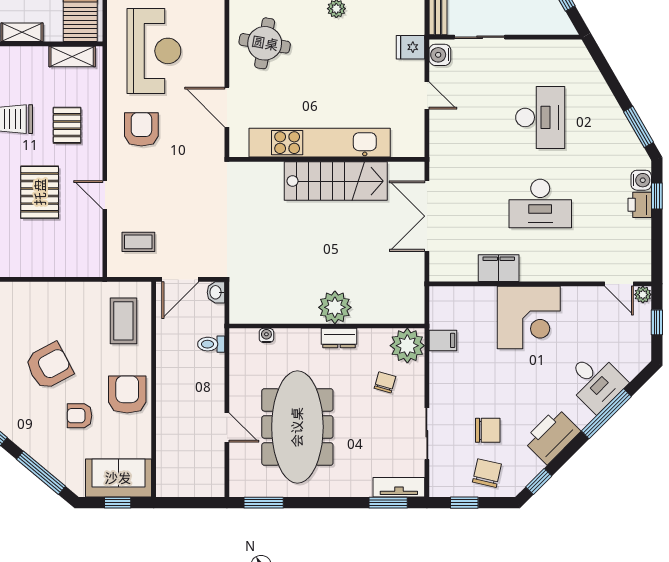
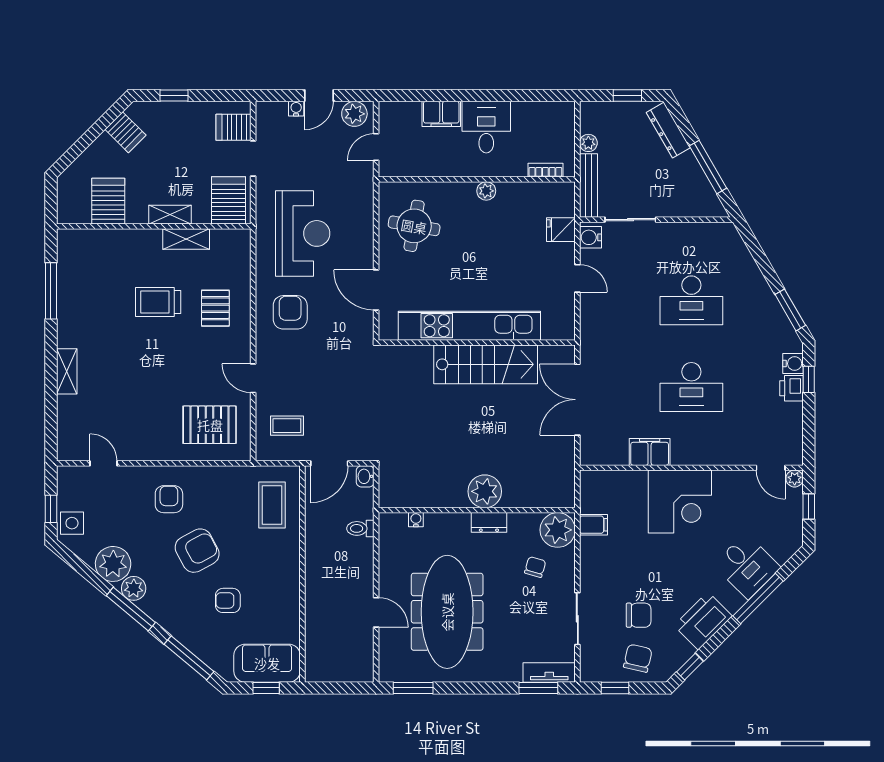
shelving: (72, 56) -> (186, 239), moved
desk: (540, 117) -> (691, 300), turned 90
pallet: (40, 192) -> (210, 425), moved, turned 90
armchair: (127, 395) -> (169, 499), moved, width x0.72, depth x0.72

